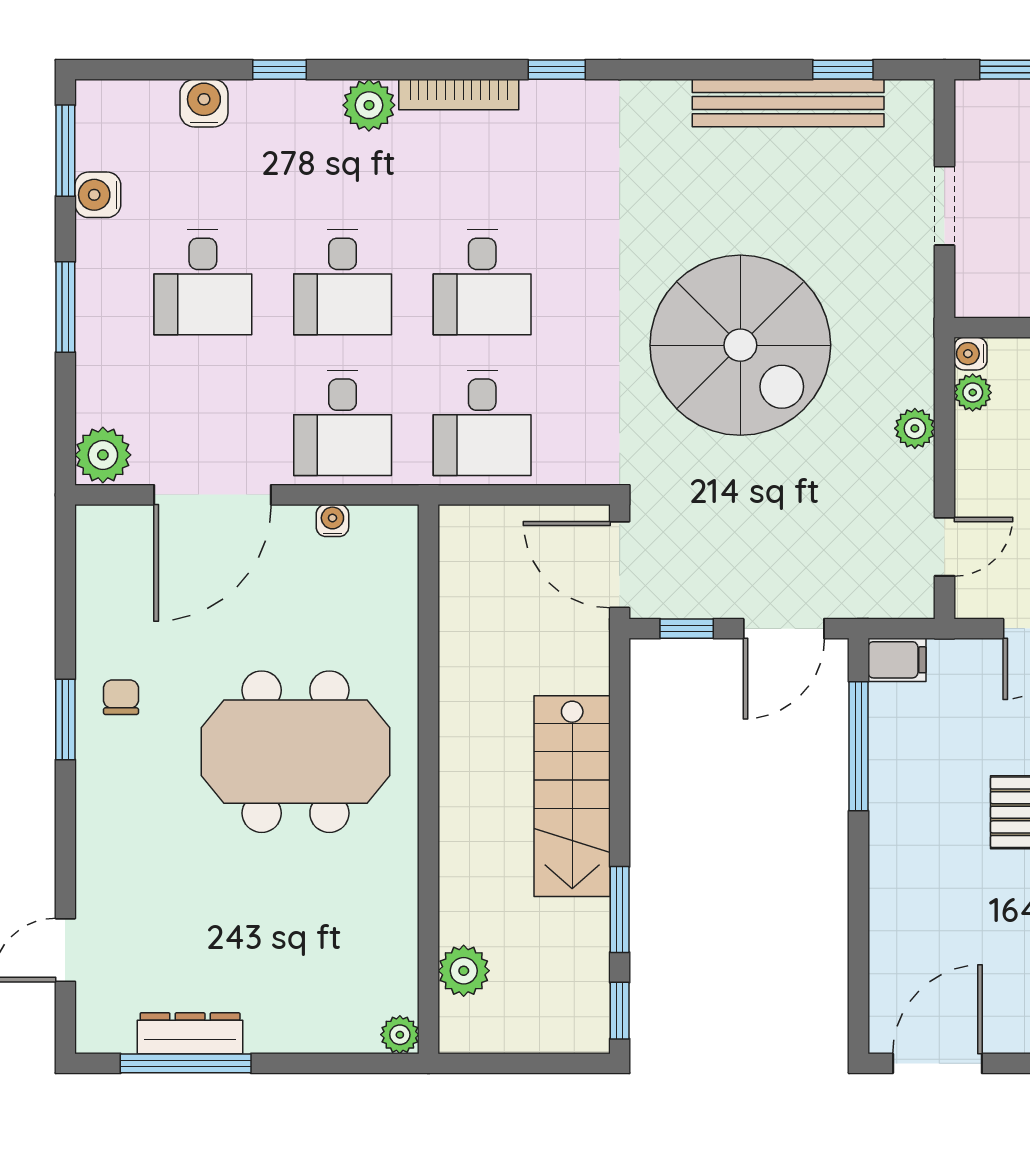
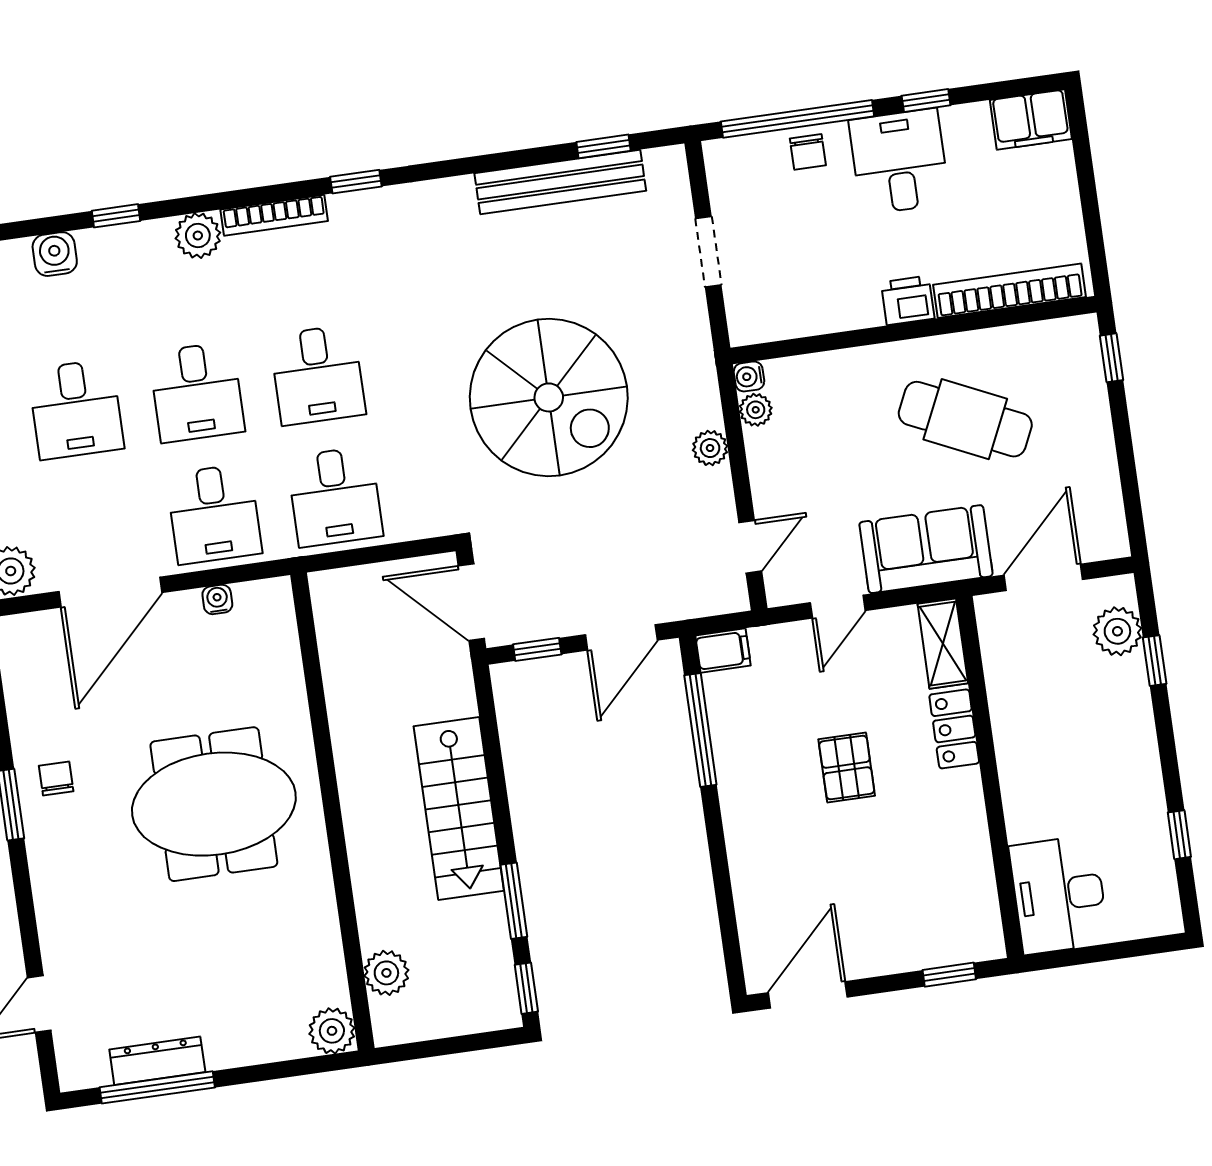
plant: (400, 1035) -> (332, 1031), width x1.38, depth x1.38

